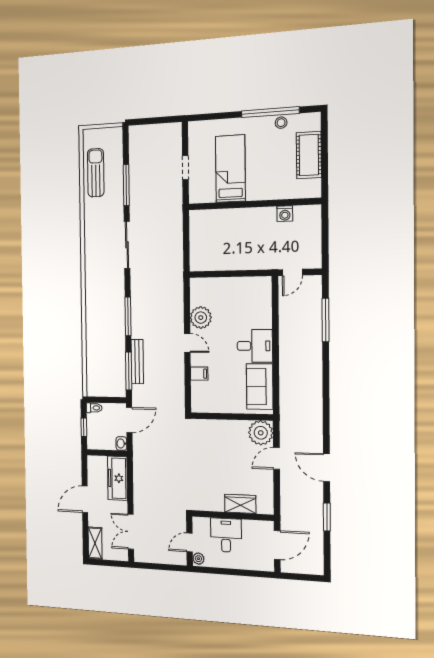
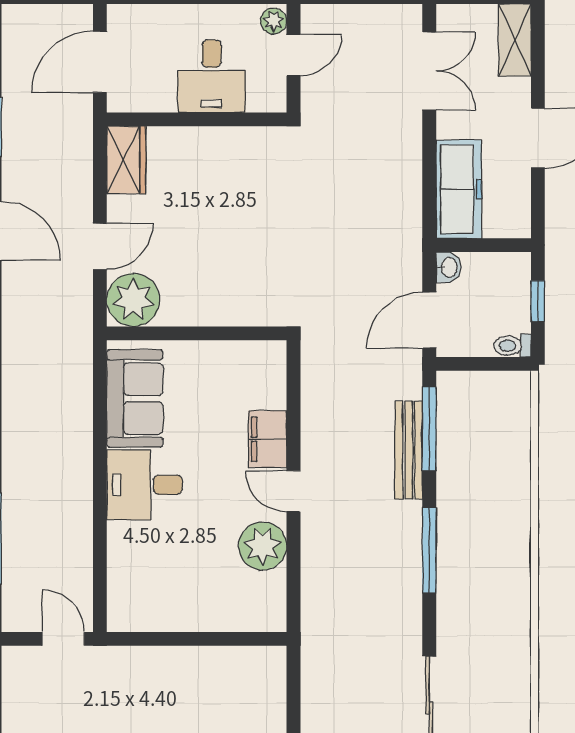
door: (292, 272) -> (63, 639), hinge flipped
filing cabinet: (199, 374) -> (268, 439), width x2.00
wardrobe: (240, 504) -> (126, 160), moved, turned -90

